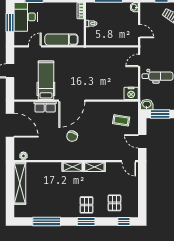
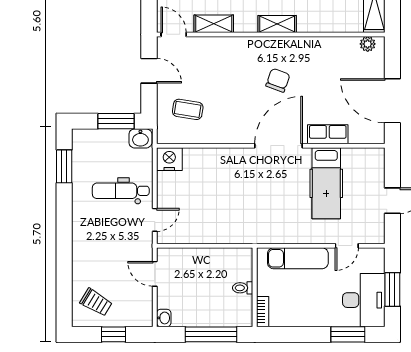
shelving: (94, 167) -> (214, 24), moved

